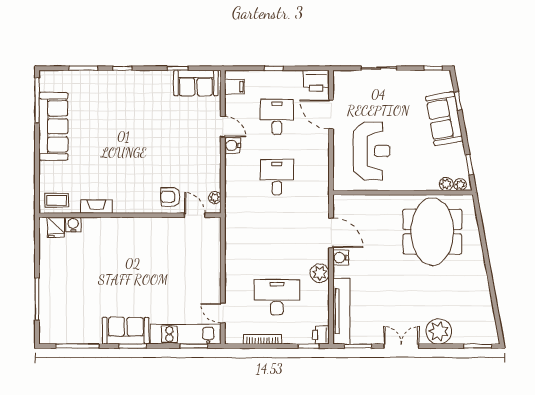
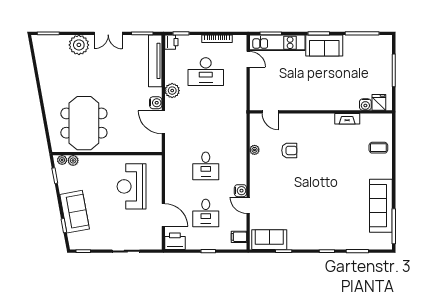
fireplace: (96, 207) -> (347, 119), moved
wall: (130, 215) -> (321, 112), moved
door: (195, 215) -> (270, 112), moved
water cooler: (73, 225) -> (365, 105), moved
fridge: (56, 227) -> (379, 102), moved

